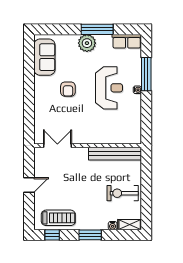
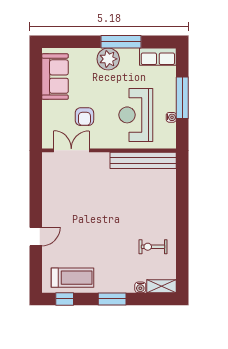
reception desk: (109, 88) -> (136, 115), turned 180
double door: (57, 146) -> (71, 150), moved
wall: (88, 146) -> (109, 150), moved
bench: (115, 154) -> (143, 160), moved
exercise bike: (123, 193) -> (153, 247), width x0.73, depth x0.72

